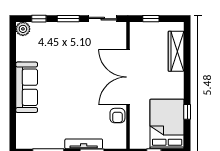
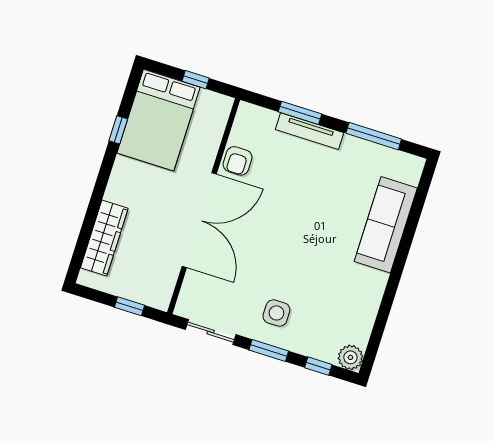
side table: (70, 40) -> (276, 313), added
sofa: (27, 87) -> (386, 225), moved
armchair: (117, 116) -> (238, 161), turned 180

